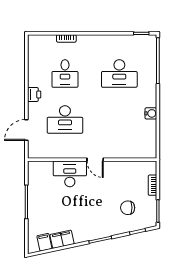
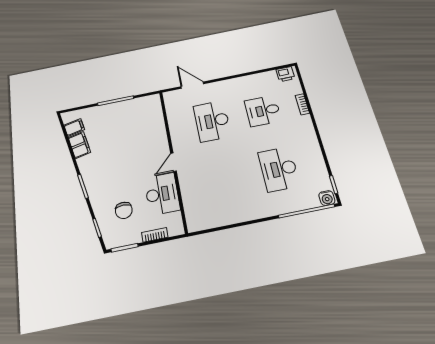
printer: (34, 94) -> (285, 74), moved
water cooler: (151, 113) -> (327, 198), moved
desk: (70, 174) -> (162, 194), moved
chair: (128, 208) -> (124, 210), turned 180

